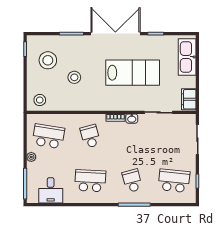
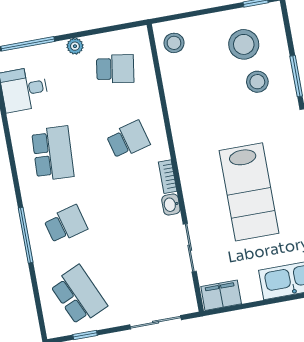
stool: (74, 77) -> (257, 82), moved
school desk: (48, 136) -> (115, 69), width x0.54
school desk: (174, 181) -> (79, 295), turned -30

